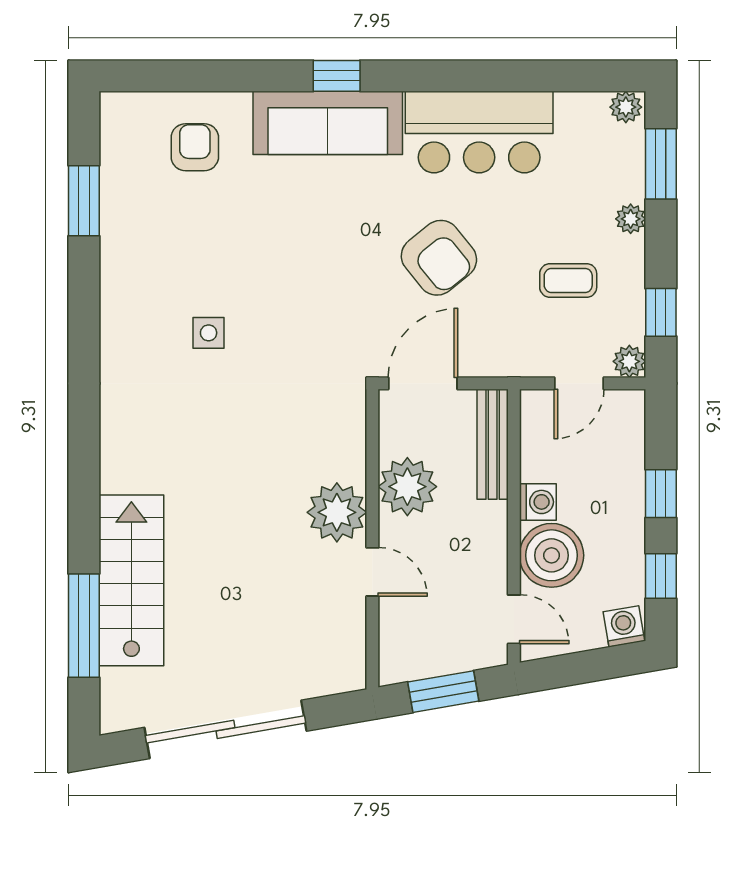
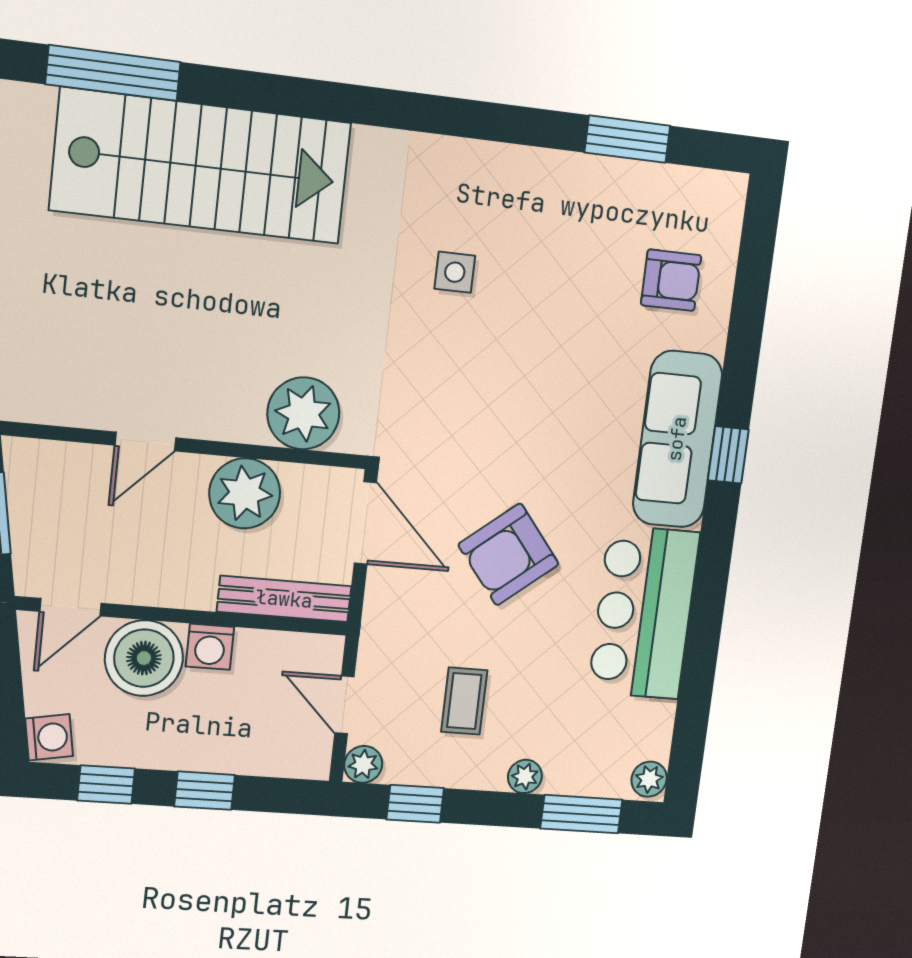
plant: (337, 512) -> (303, 413), moved
stairs: (131, 580) -> (201, 166), width x1.36, depth x1.51

